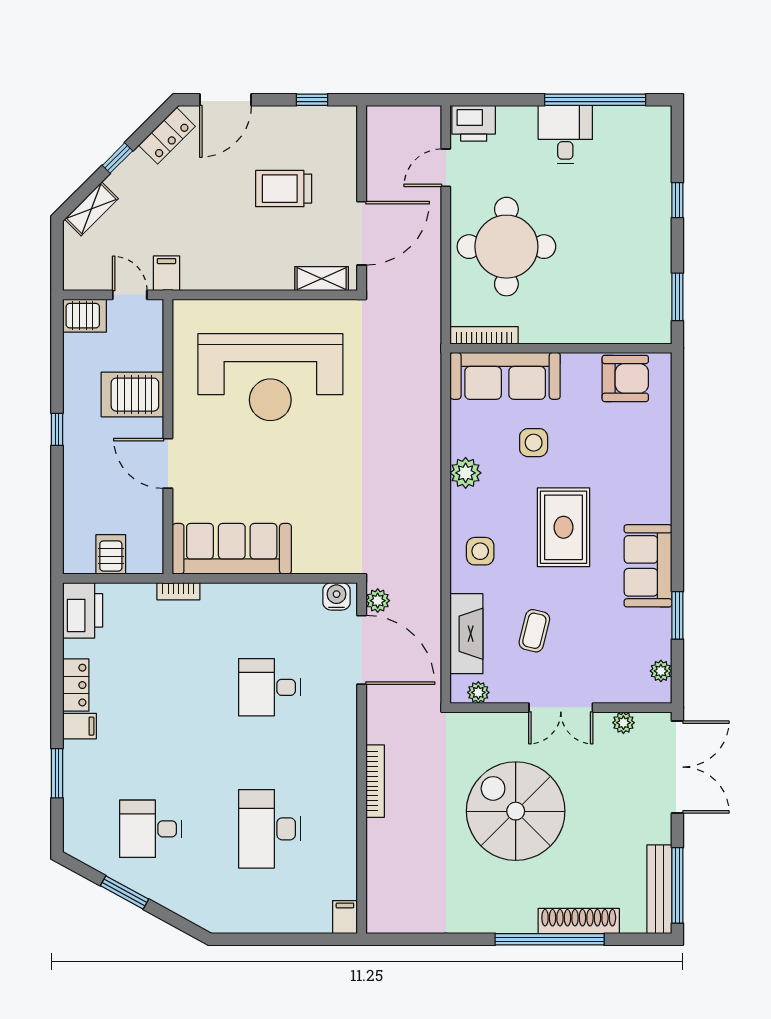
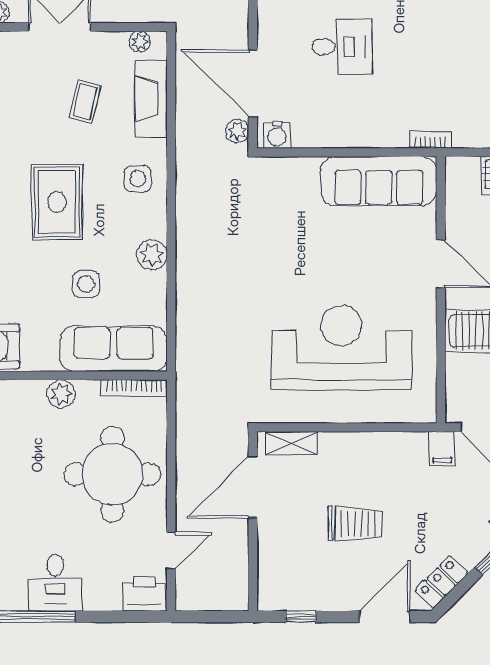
trolley: (284, 189) -> (355, 524), moved
plant: (559, 329) -> (61, 394), added

